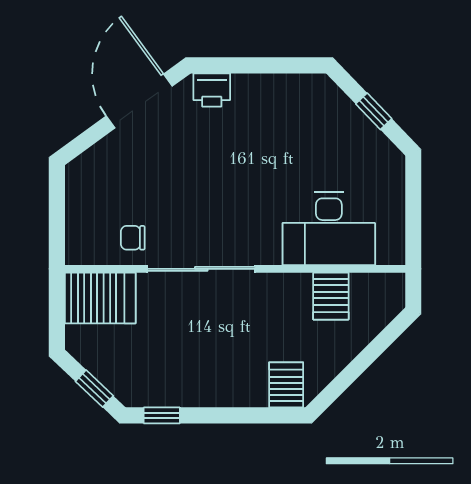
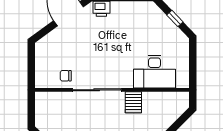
server rack: (331, 296) -> (133, 102), moved
server rack: (100, 298) -> (51, 103), removed

